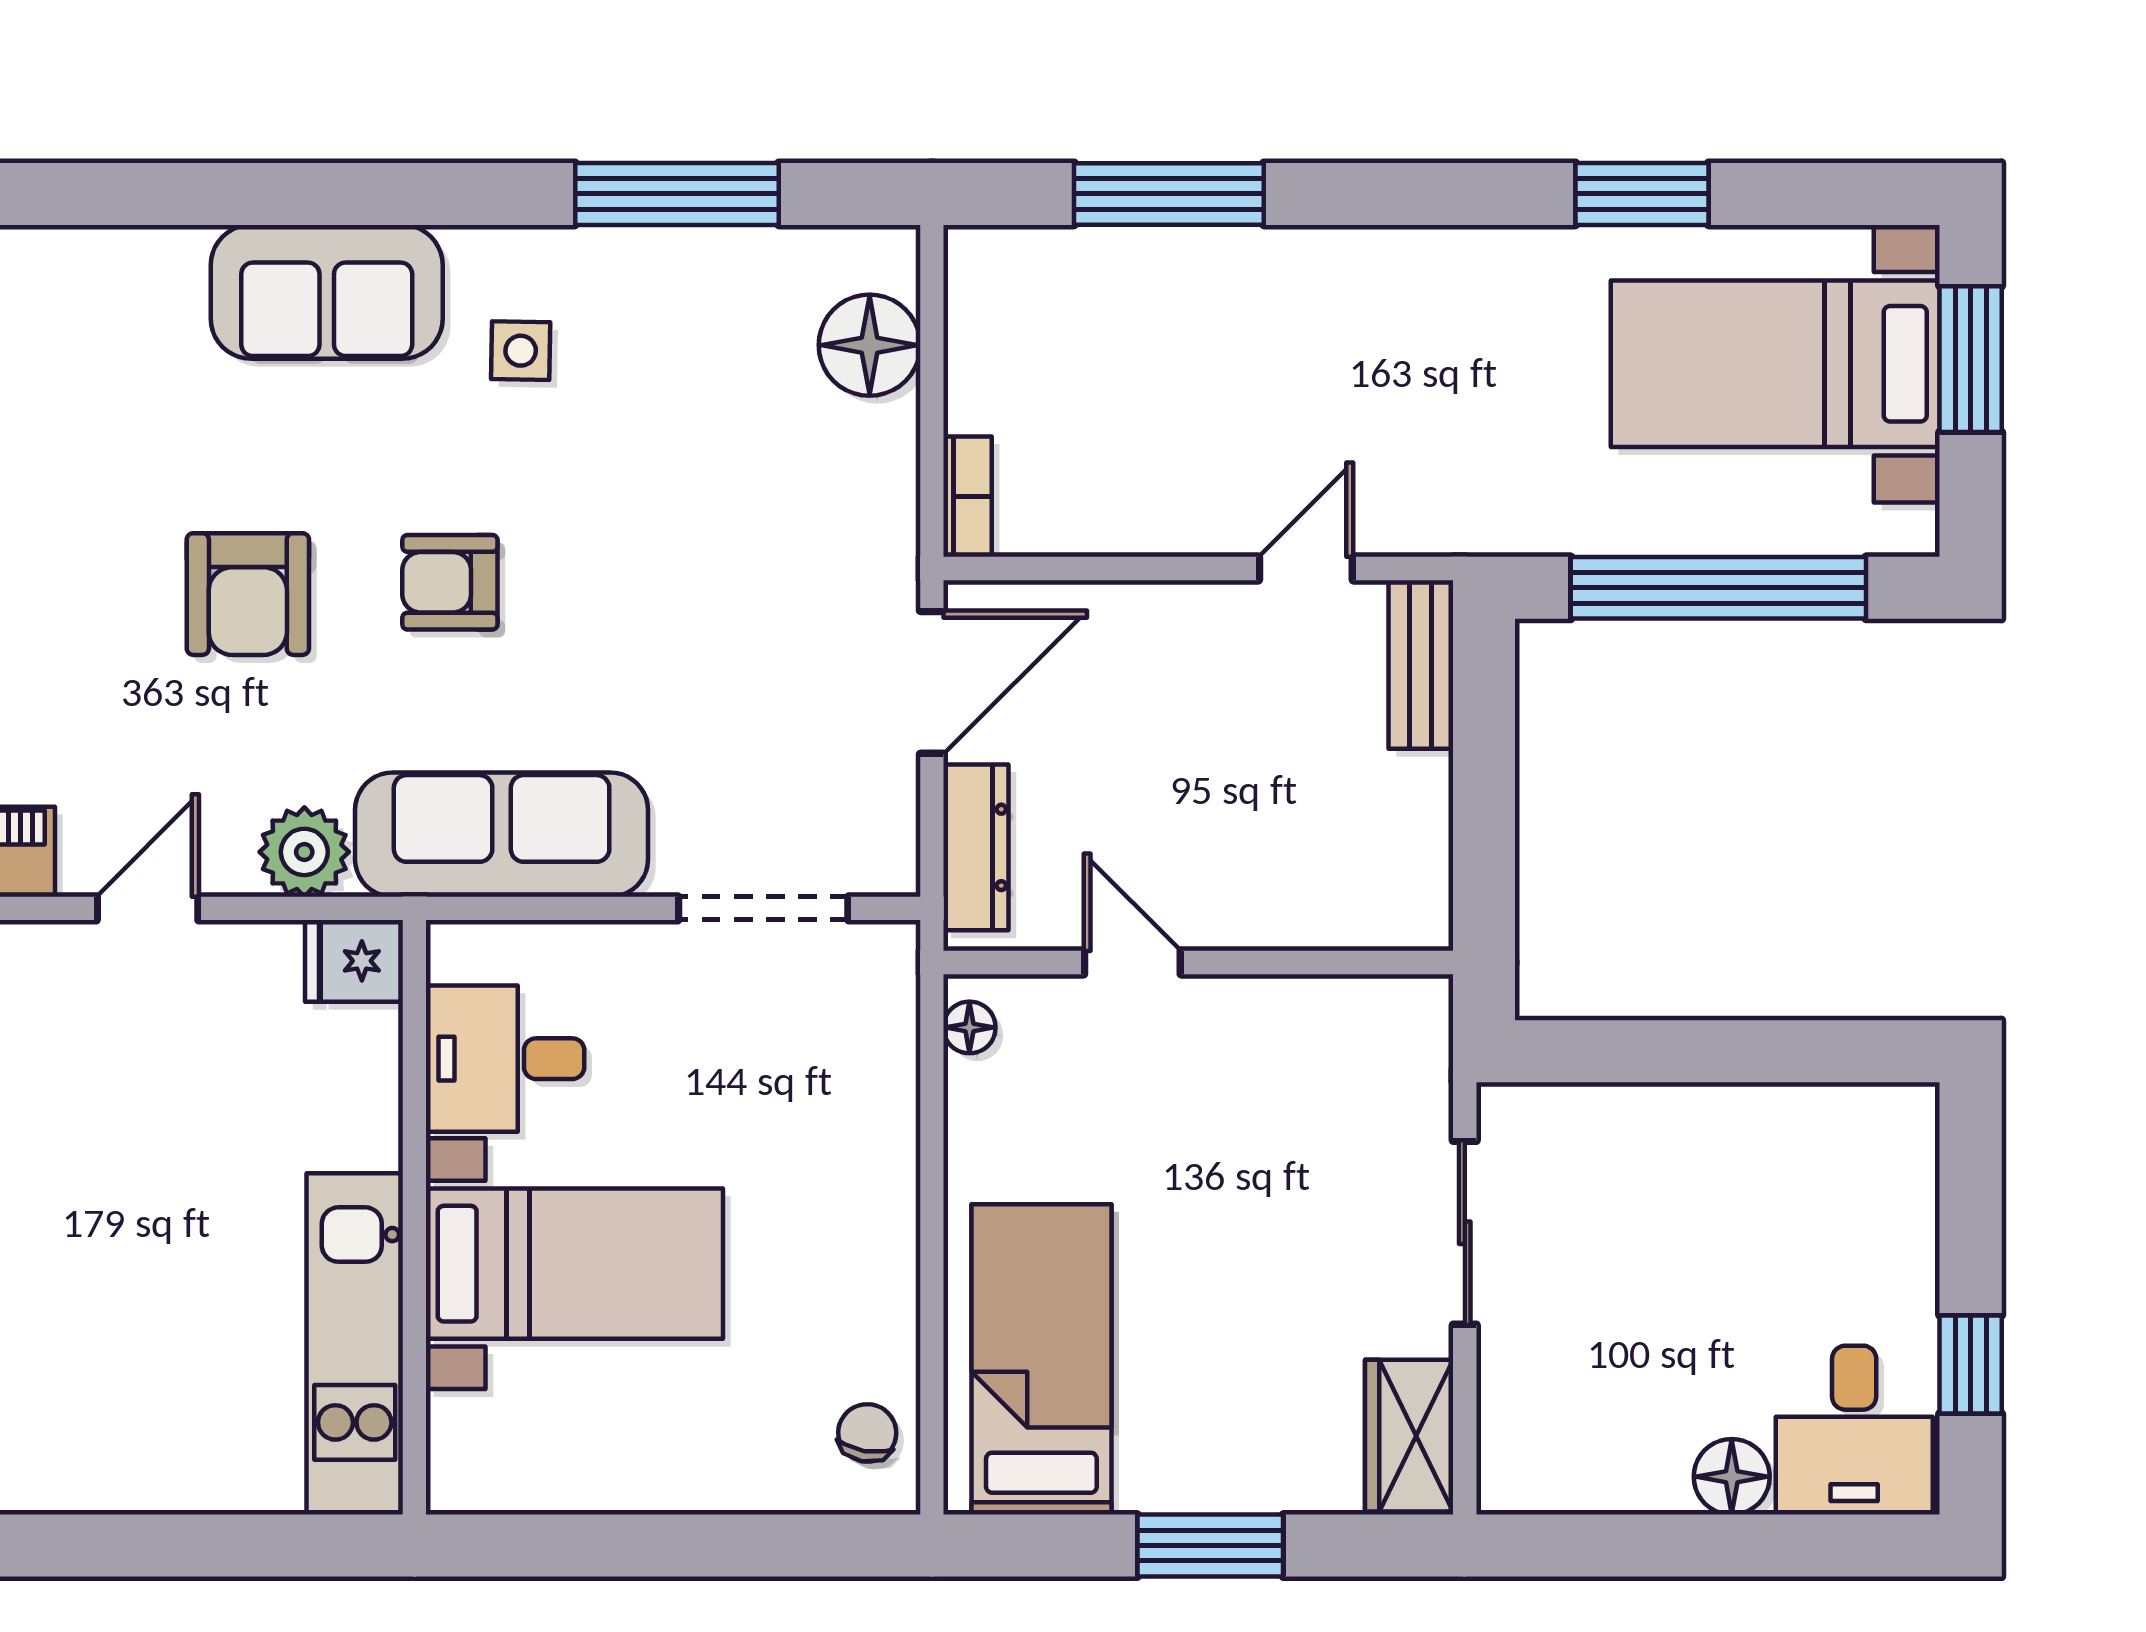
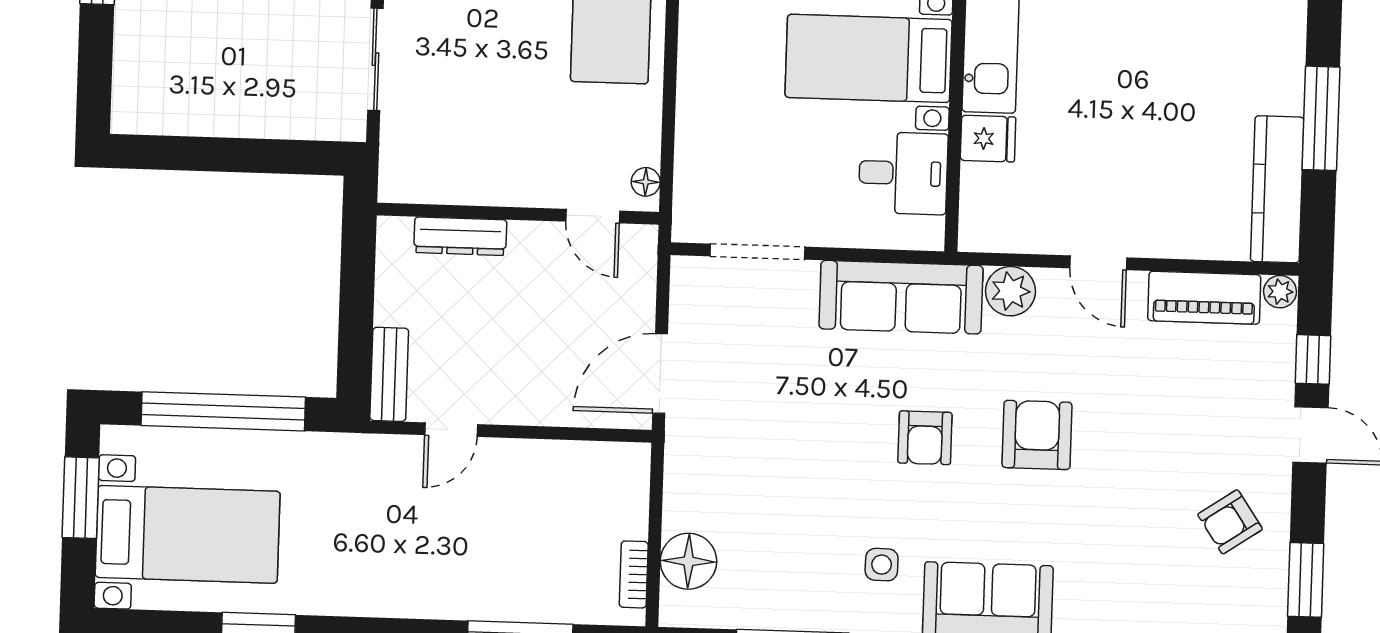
window: (1971, 359) -> (81, 498), moved
bookcase: (968, 497) -> (634, 574), moved
armchair: (450, 582) -> (925, 438), turned 90
dresser: (976, 847) -> (460, 236), moved, turned -90
door: (148, 908) -> (1098, 263), hinge flipped
fridge: (354, 961) -> (988, 139), moved
door: (1132, 962) -> (593, 216), moved

